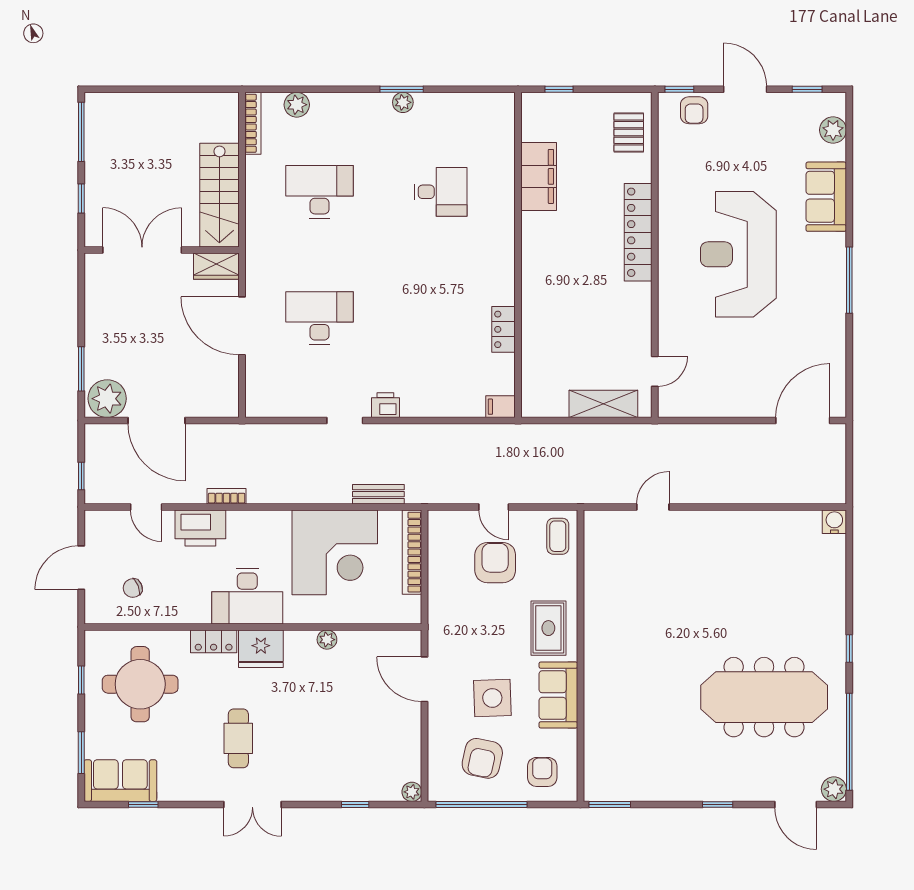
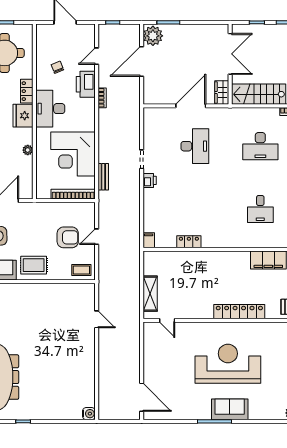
desk: (320, 192) -> (260, 146), turned 90
sofa: (826, 197) -> (230, 409), moved
chair: (133, 588) -> (57, 67), moved

